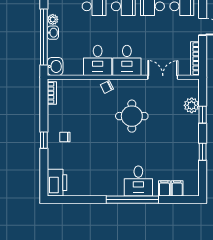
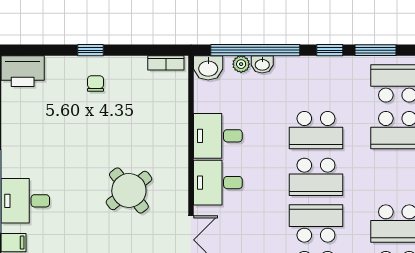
plant: (53, 19) -> (241, 64), moved
chair: (107, 87) -> (176, 151), removed
round table: (132, 116) -> (129, 190), turned -38

